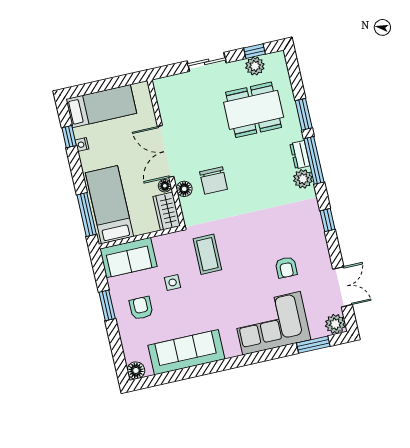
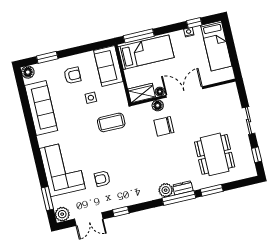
plant: (255, 66) -> (246, 155), removed
window: (327, 220) -> (121, 212), moved
window: (107, 305) -> (47, 57), moved

